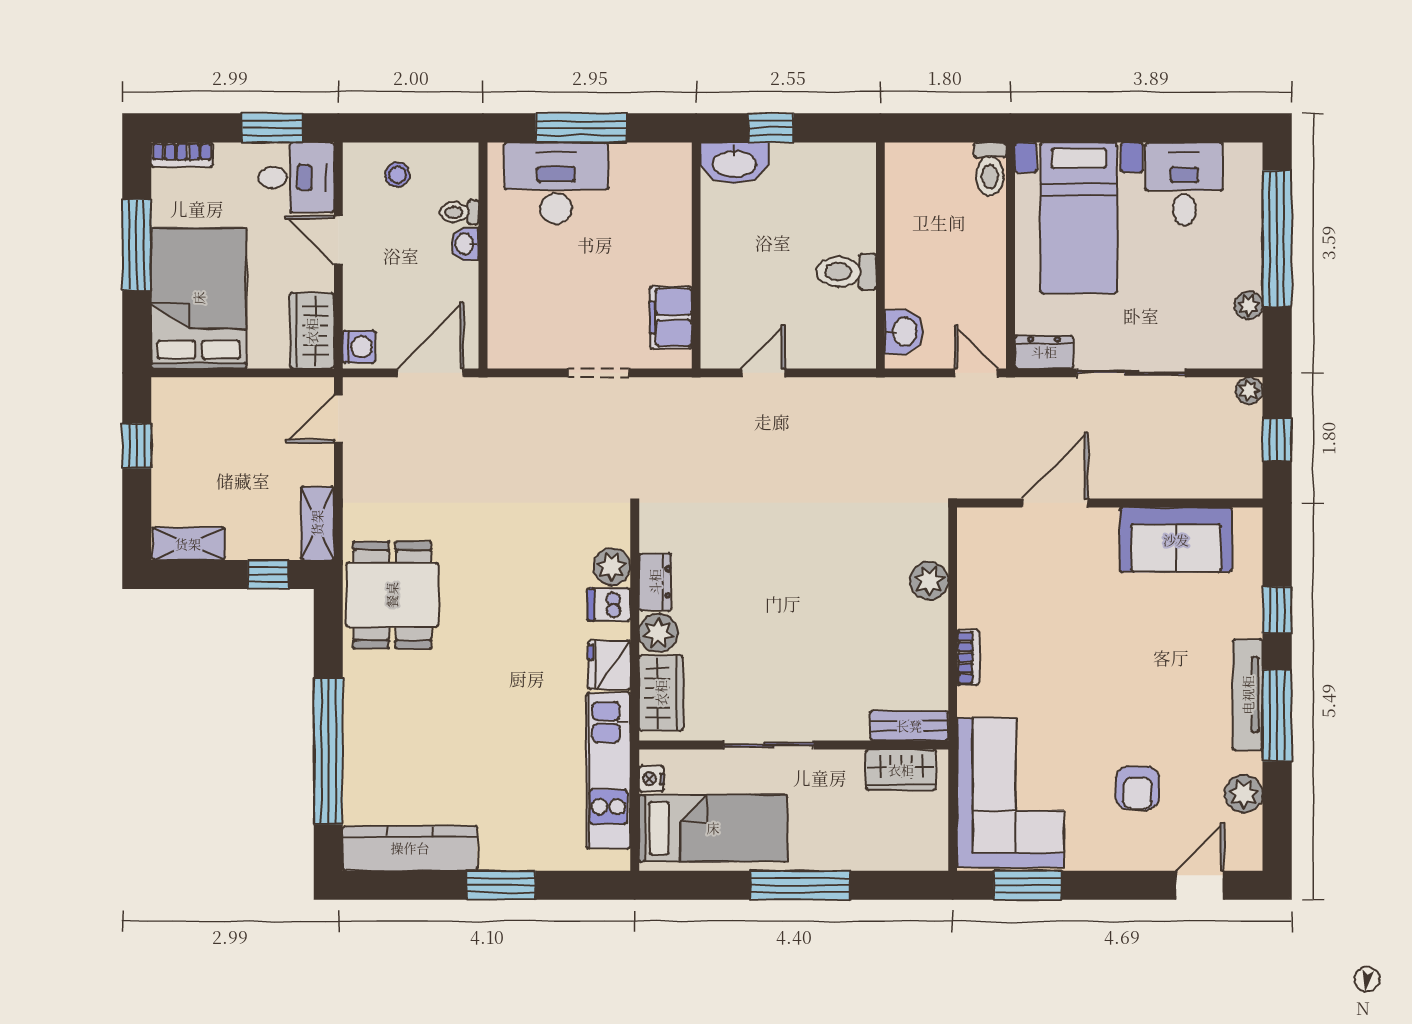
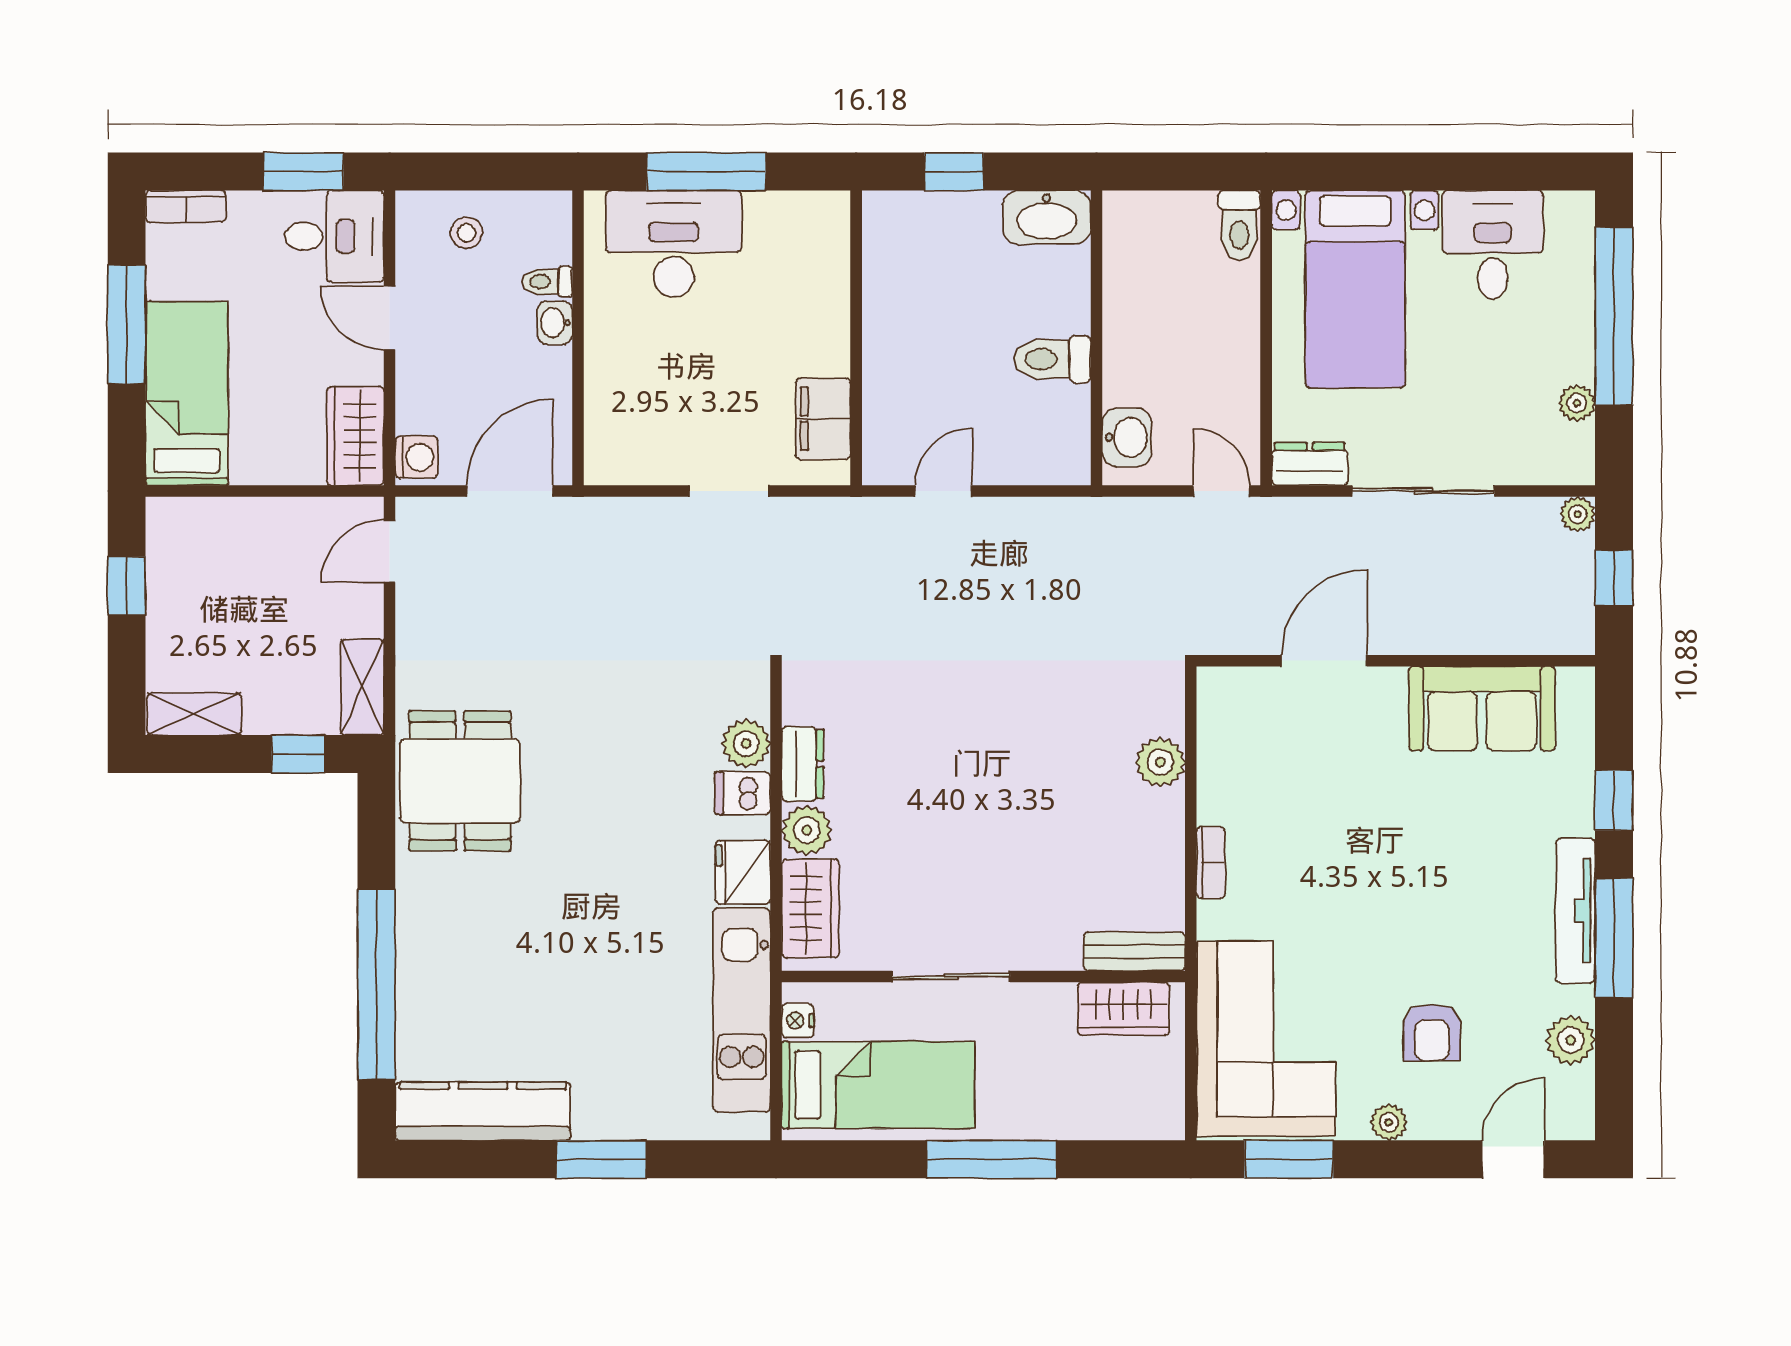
washbasin: (734, 163) -> (1047, 217), moved
bed: (199, 298) -> (187, 394), width x0.67
plant: (1104, 857) -> (1389, 1122), added

